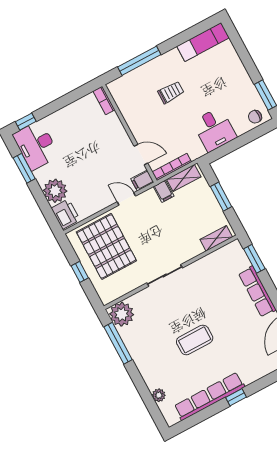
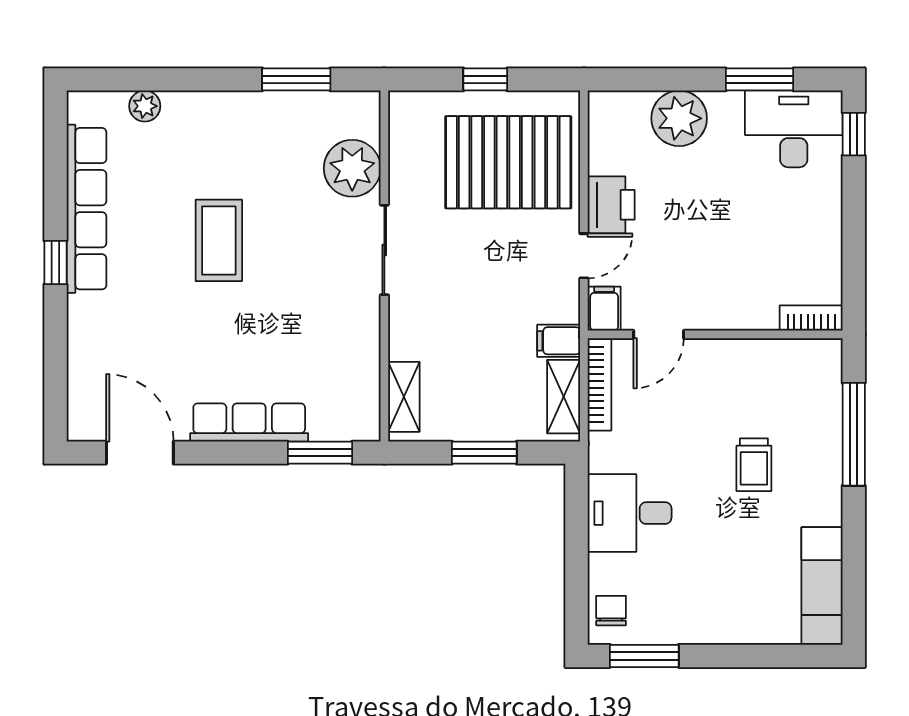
printer: (66, 214) -> (611, 205), moved, turned -90
plant: (122, 314) -> (352, 168), moved
window: (118, 343) -> (296, 79), width x0.69

